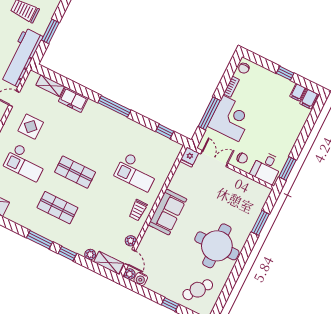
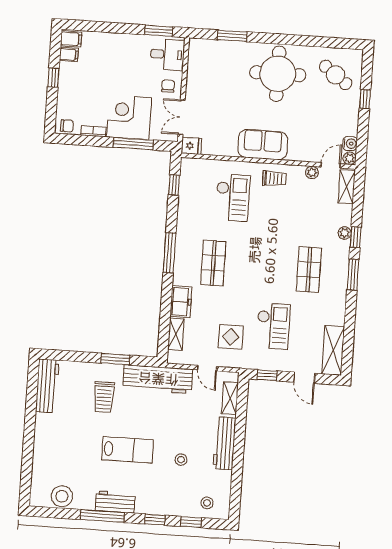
shop shelf: (75, 172) -> (213, 263), moved
plant: (90, 255) -> (345, 233), moved

